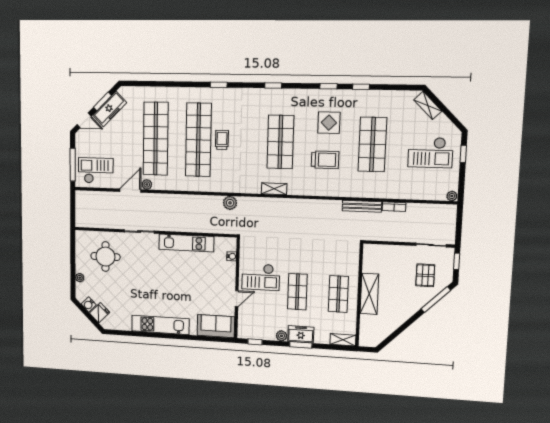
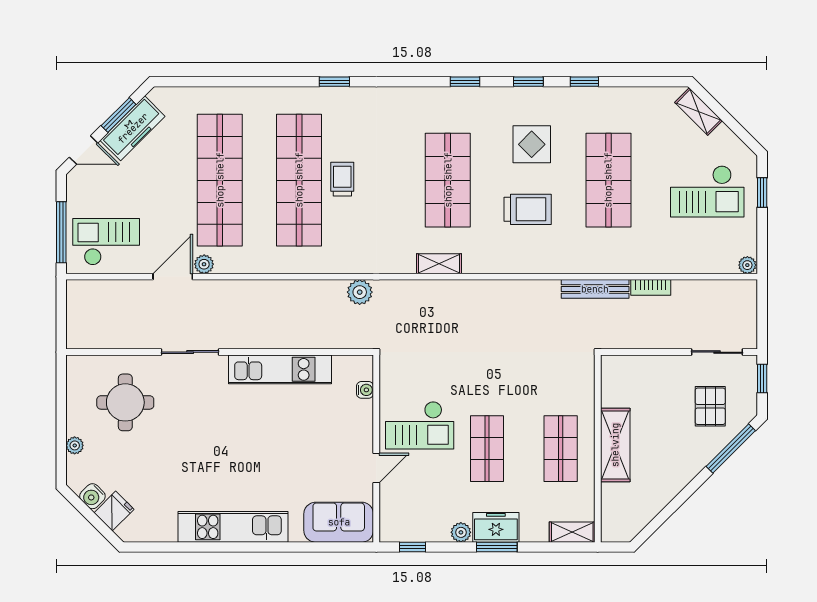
window: (273, 86) -> (465, 82), moved

